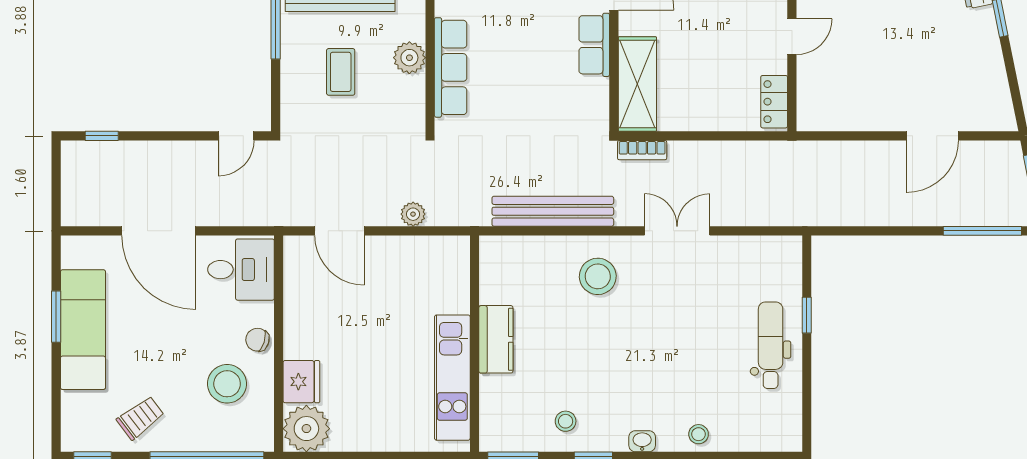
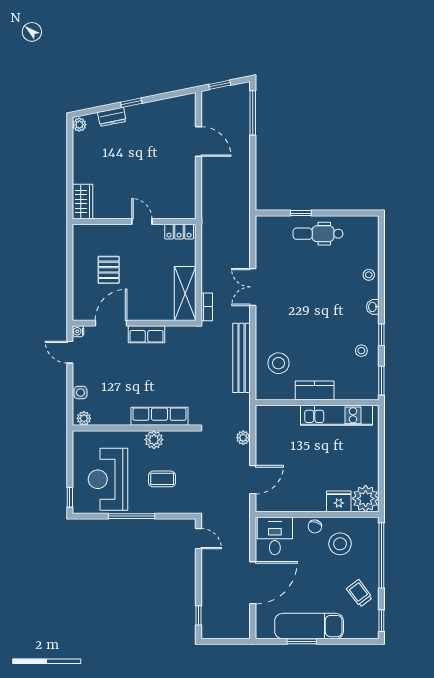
shelving: (637, 84) -> (185, 293), moved, turned 90
stool: (598, 276) -> (279, 363), moved

